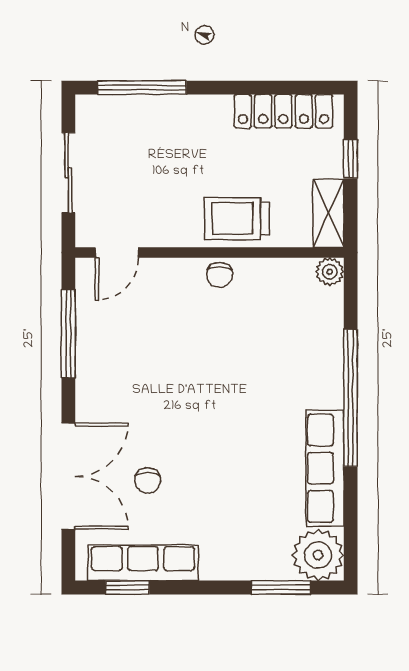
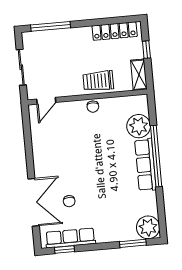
plant: (330, 272) -> (139, 126), moved, width x1.88, depth x1.88
window: (68, 334) -> (28, 139), removed
row of seats: (325, 468) -> (145, 165), moved

